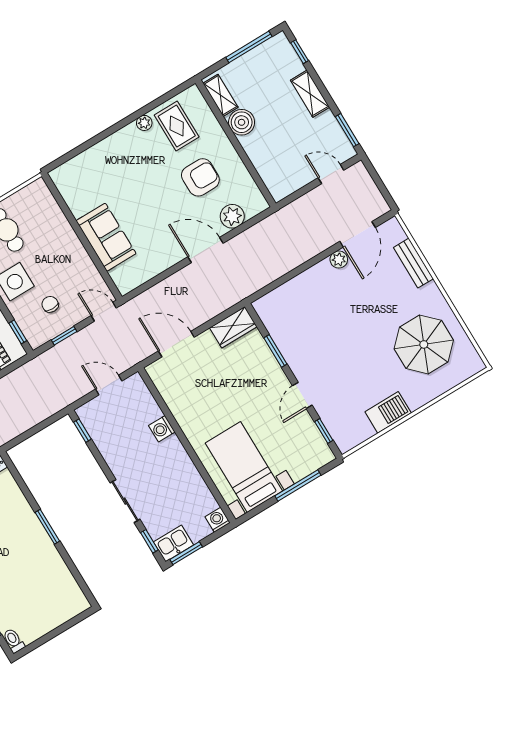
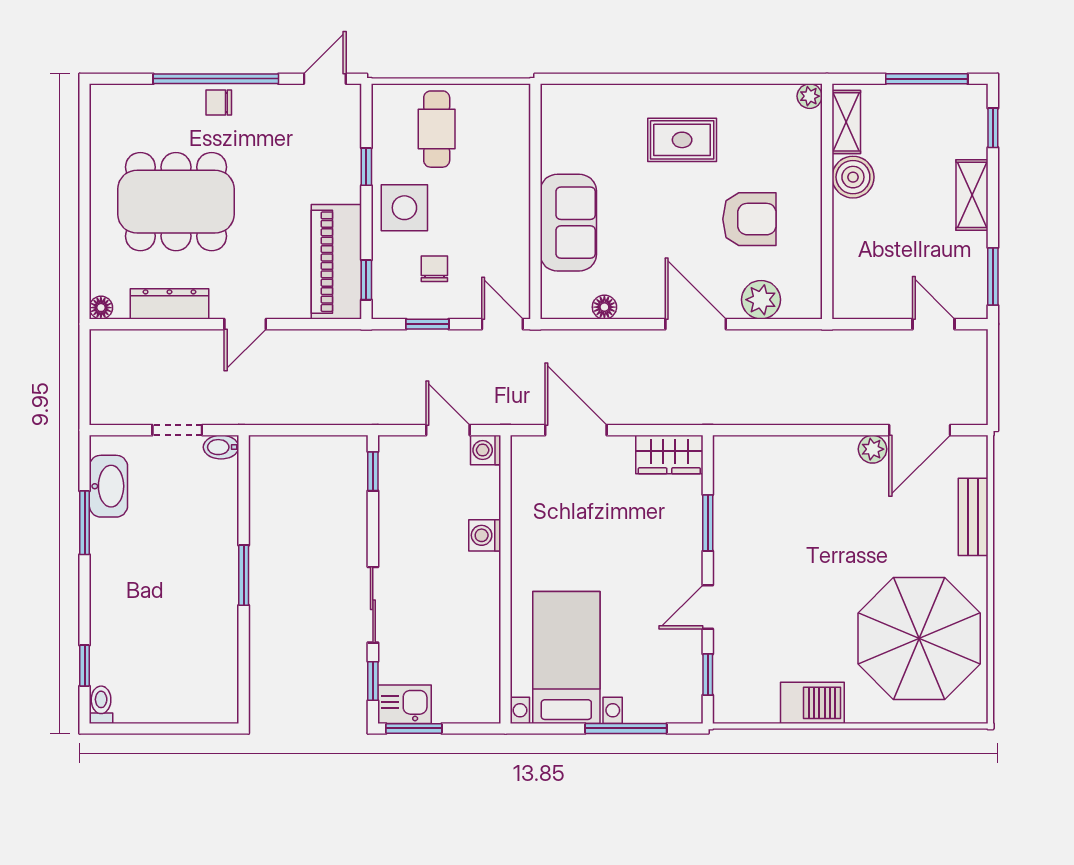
plant: (144, 123) -> (810, 96), moved
rug: (177, 126) -> (682, 140), moved, turned 90
floor lamp: (152, 270) -> (604, 307), added
parasol: (424, 344) -> (919, 638), width x1.36, depth x1.36
washing machine: (218, 520) -> (486, 450), moved, turned -90

